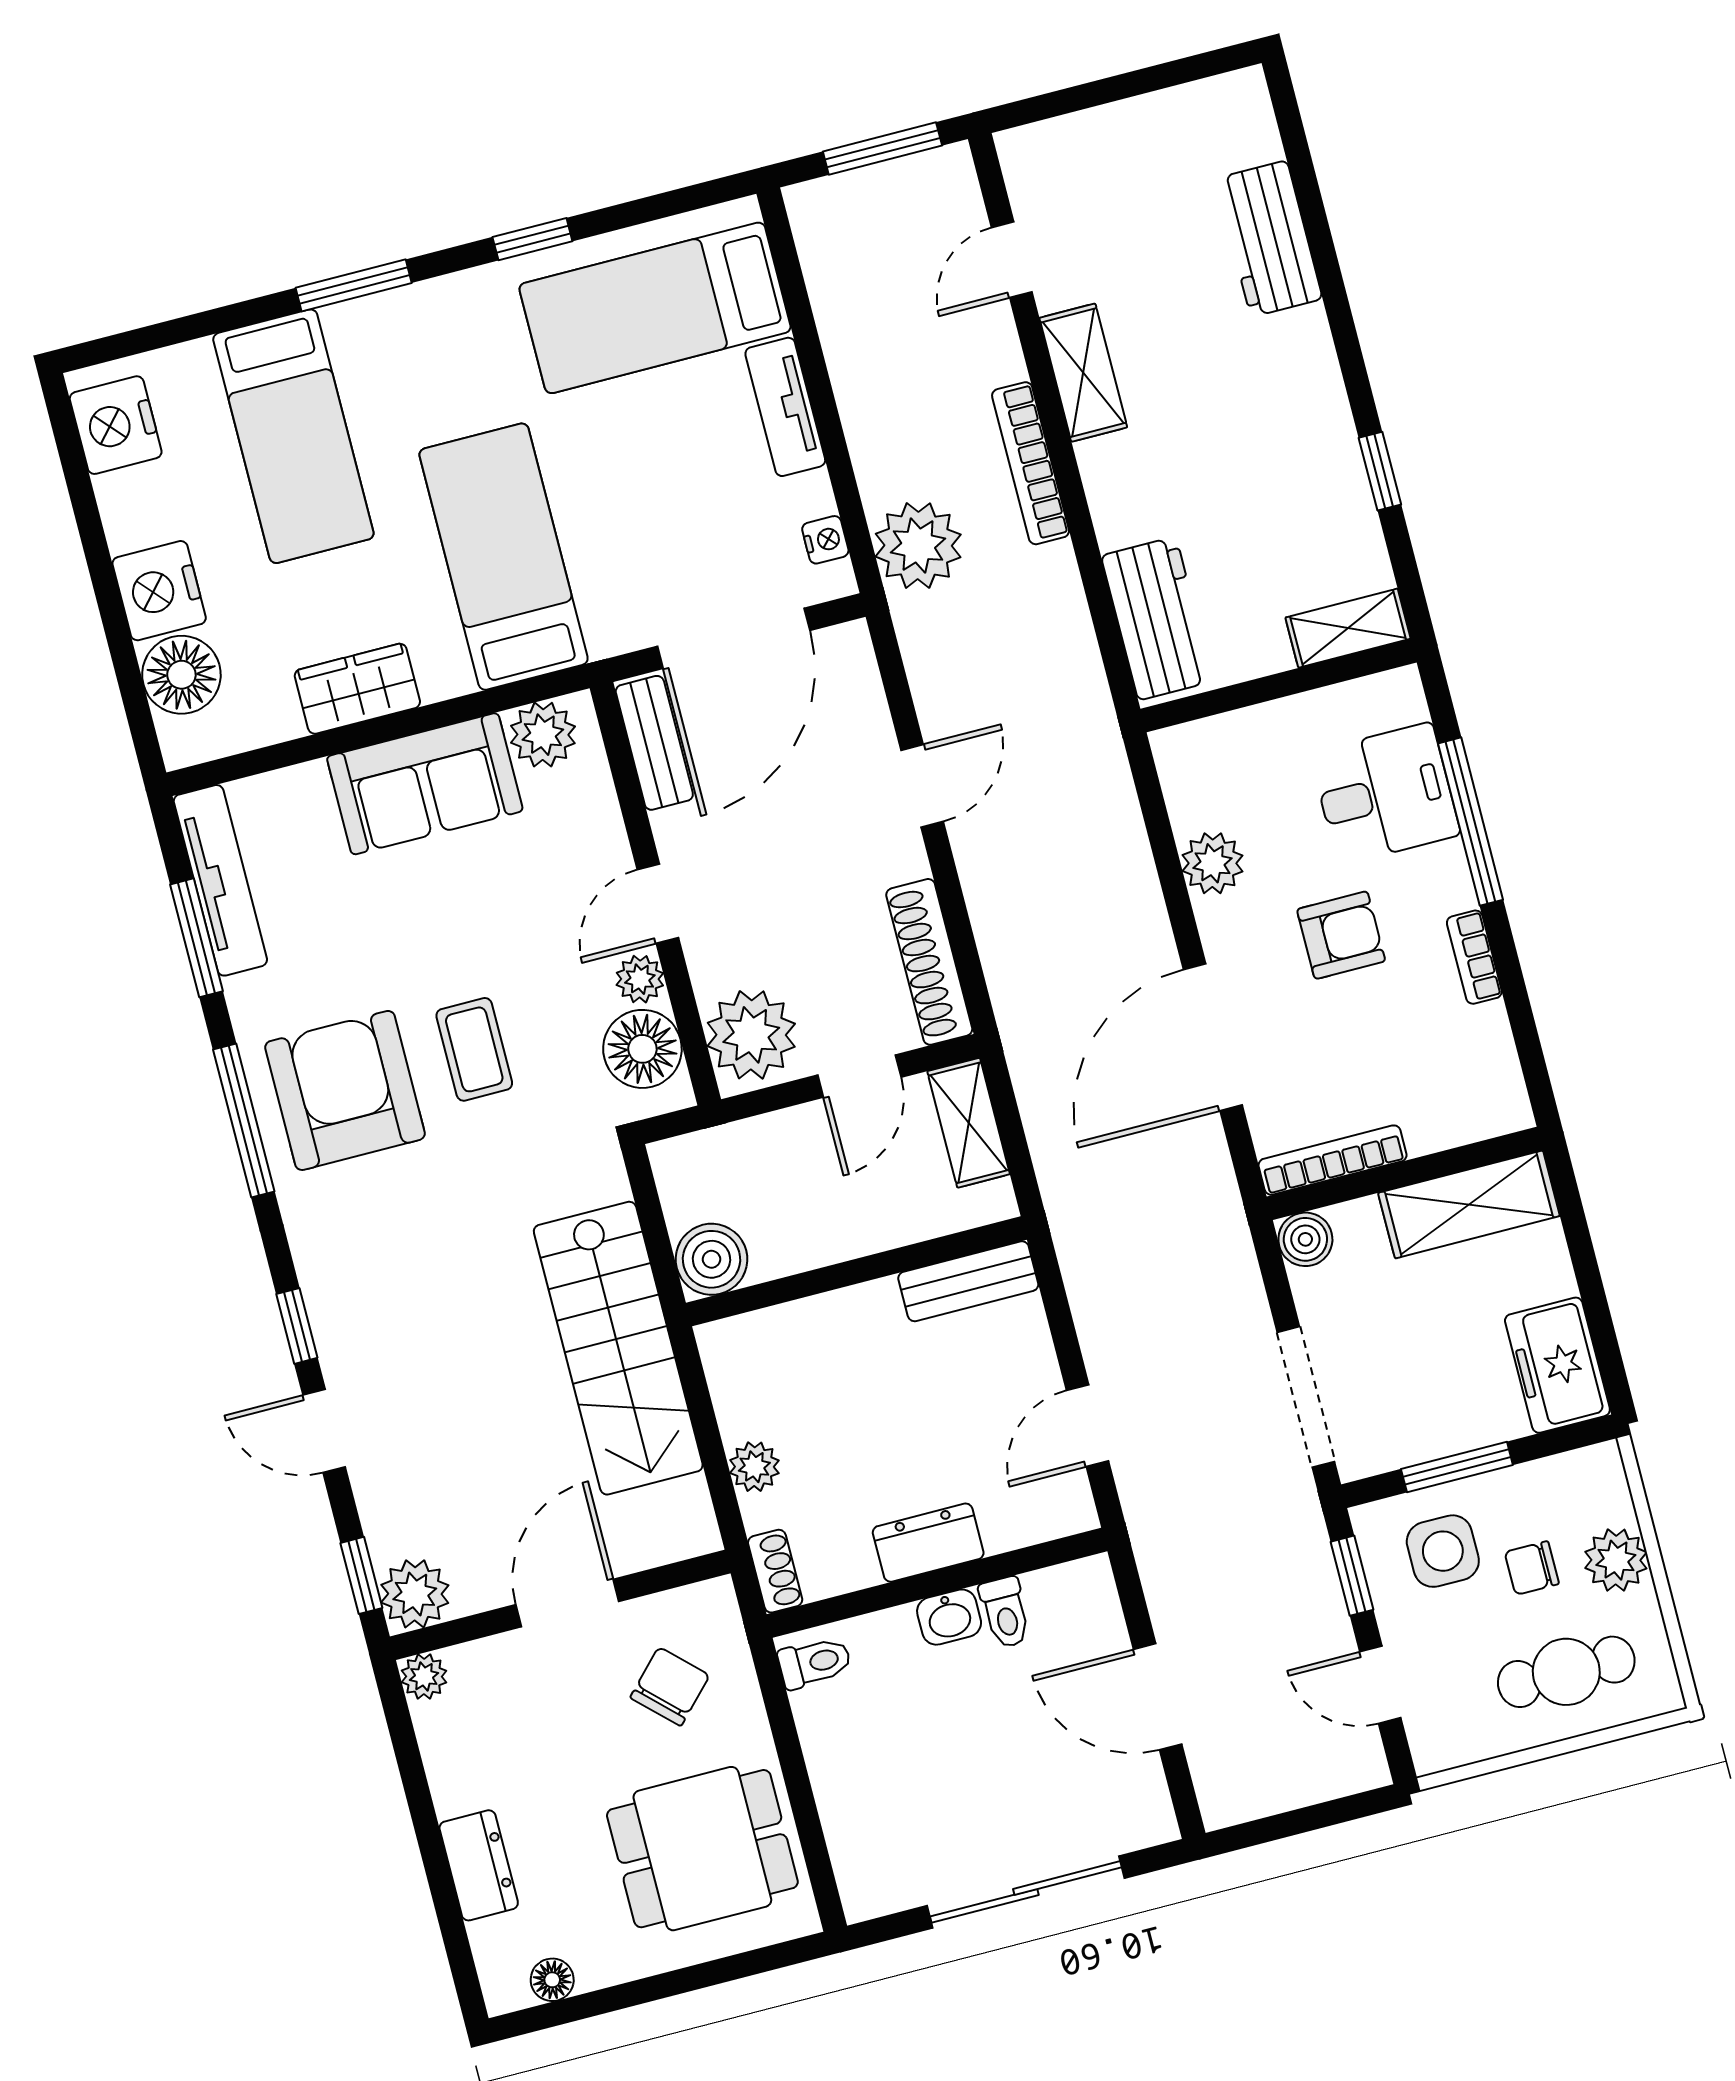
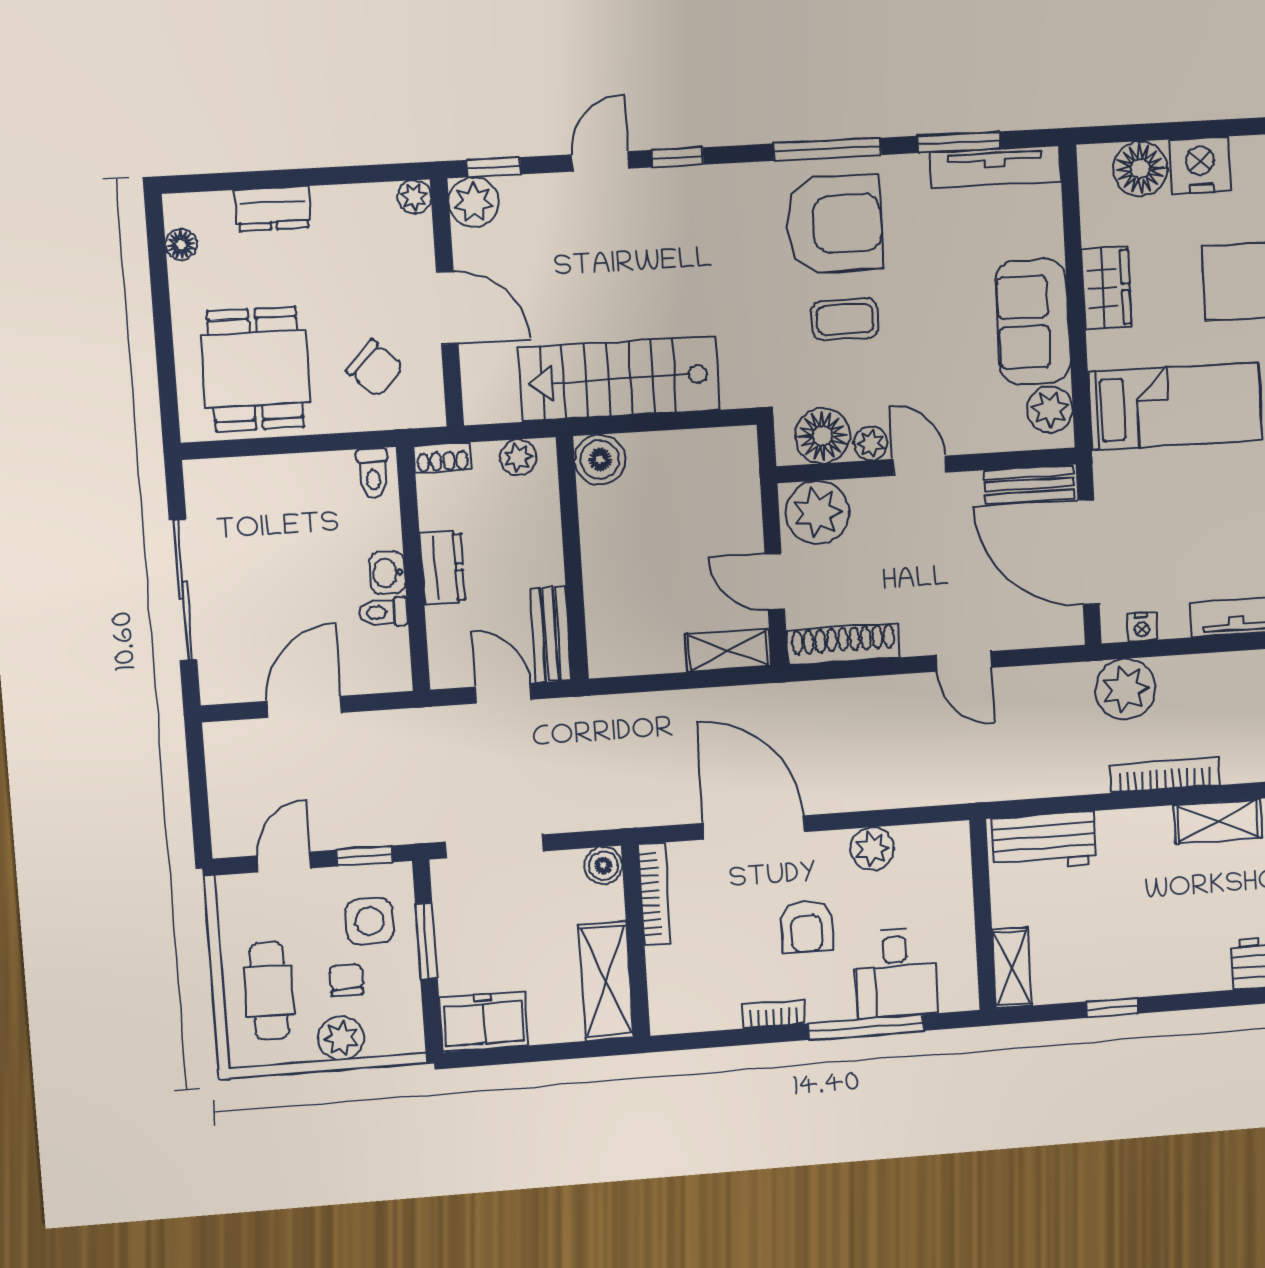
boiler: (712, 1259) -> (600, 460), moved
wall: (856, 1271) -> (572, 558), moved
bench: (968, 1281) -> (551, 634), moved

